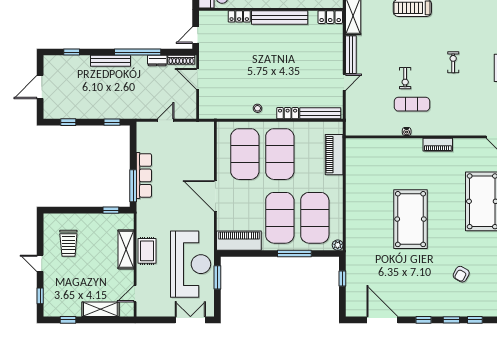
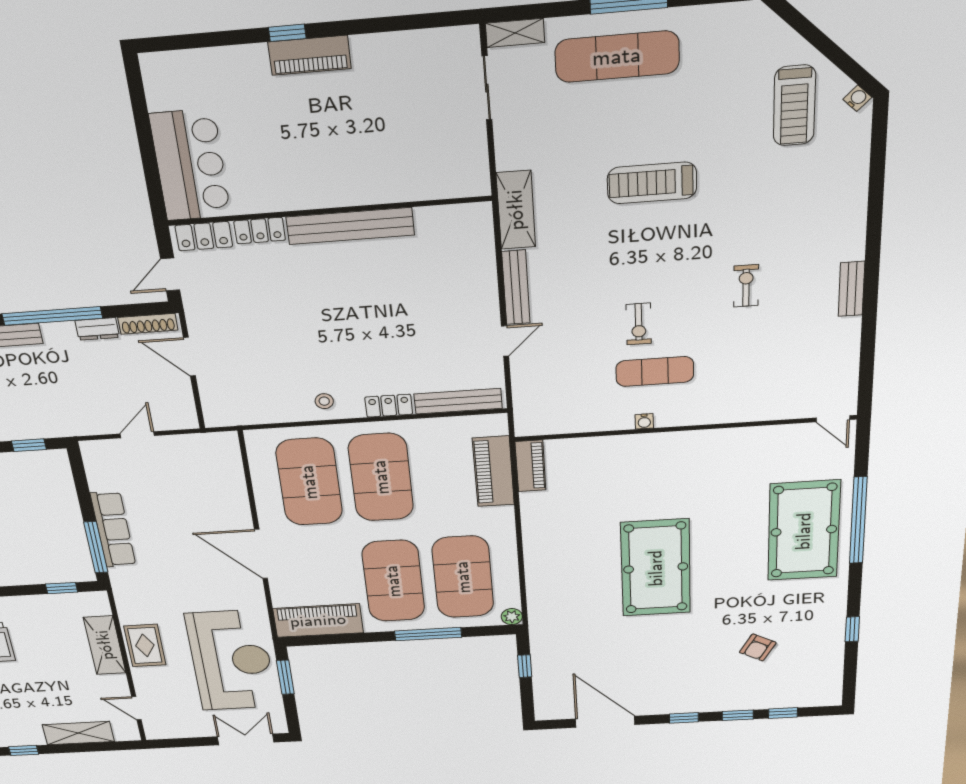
locker: (330, 17) -> (204, 236), moved
piano: (438, 145) -> (530, 466), moved, turned -90
door: (135, 294) -> (136, 708), hinge flipped

